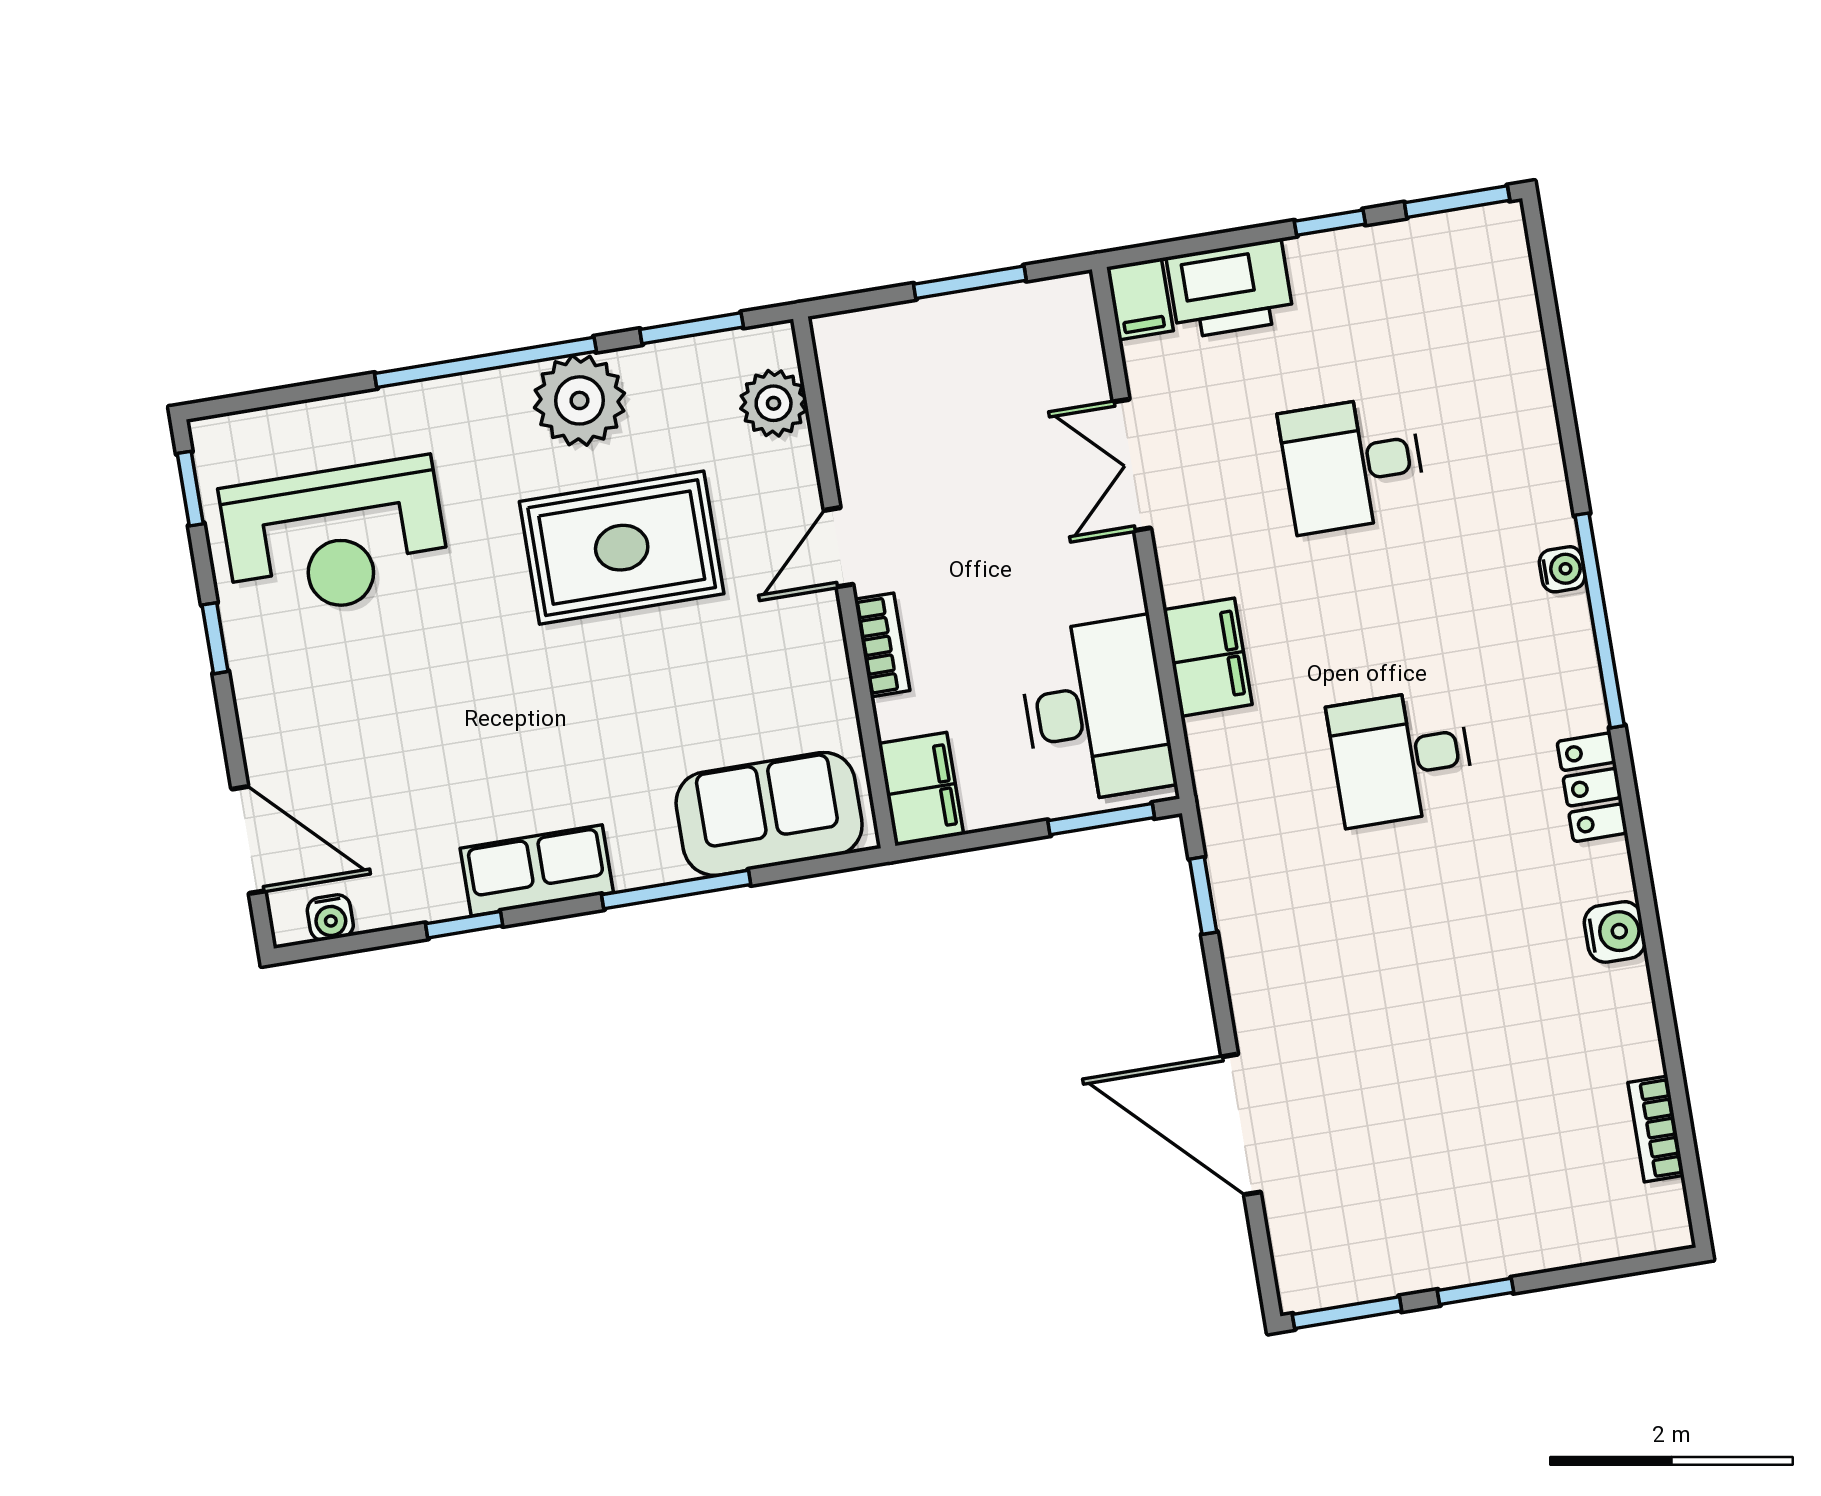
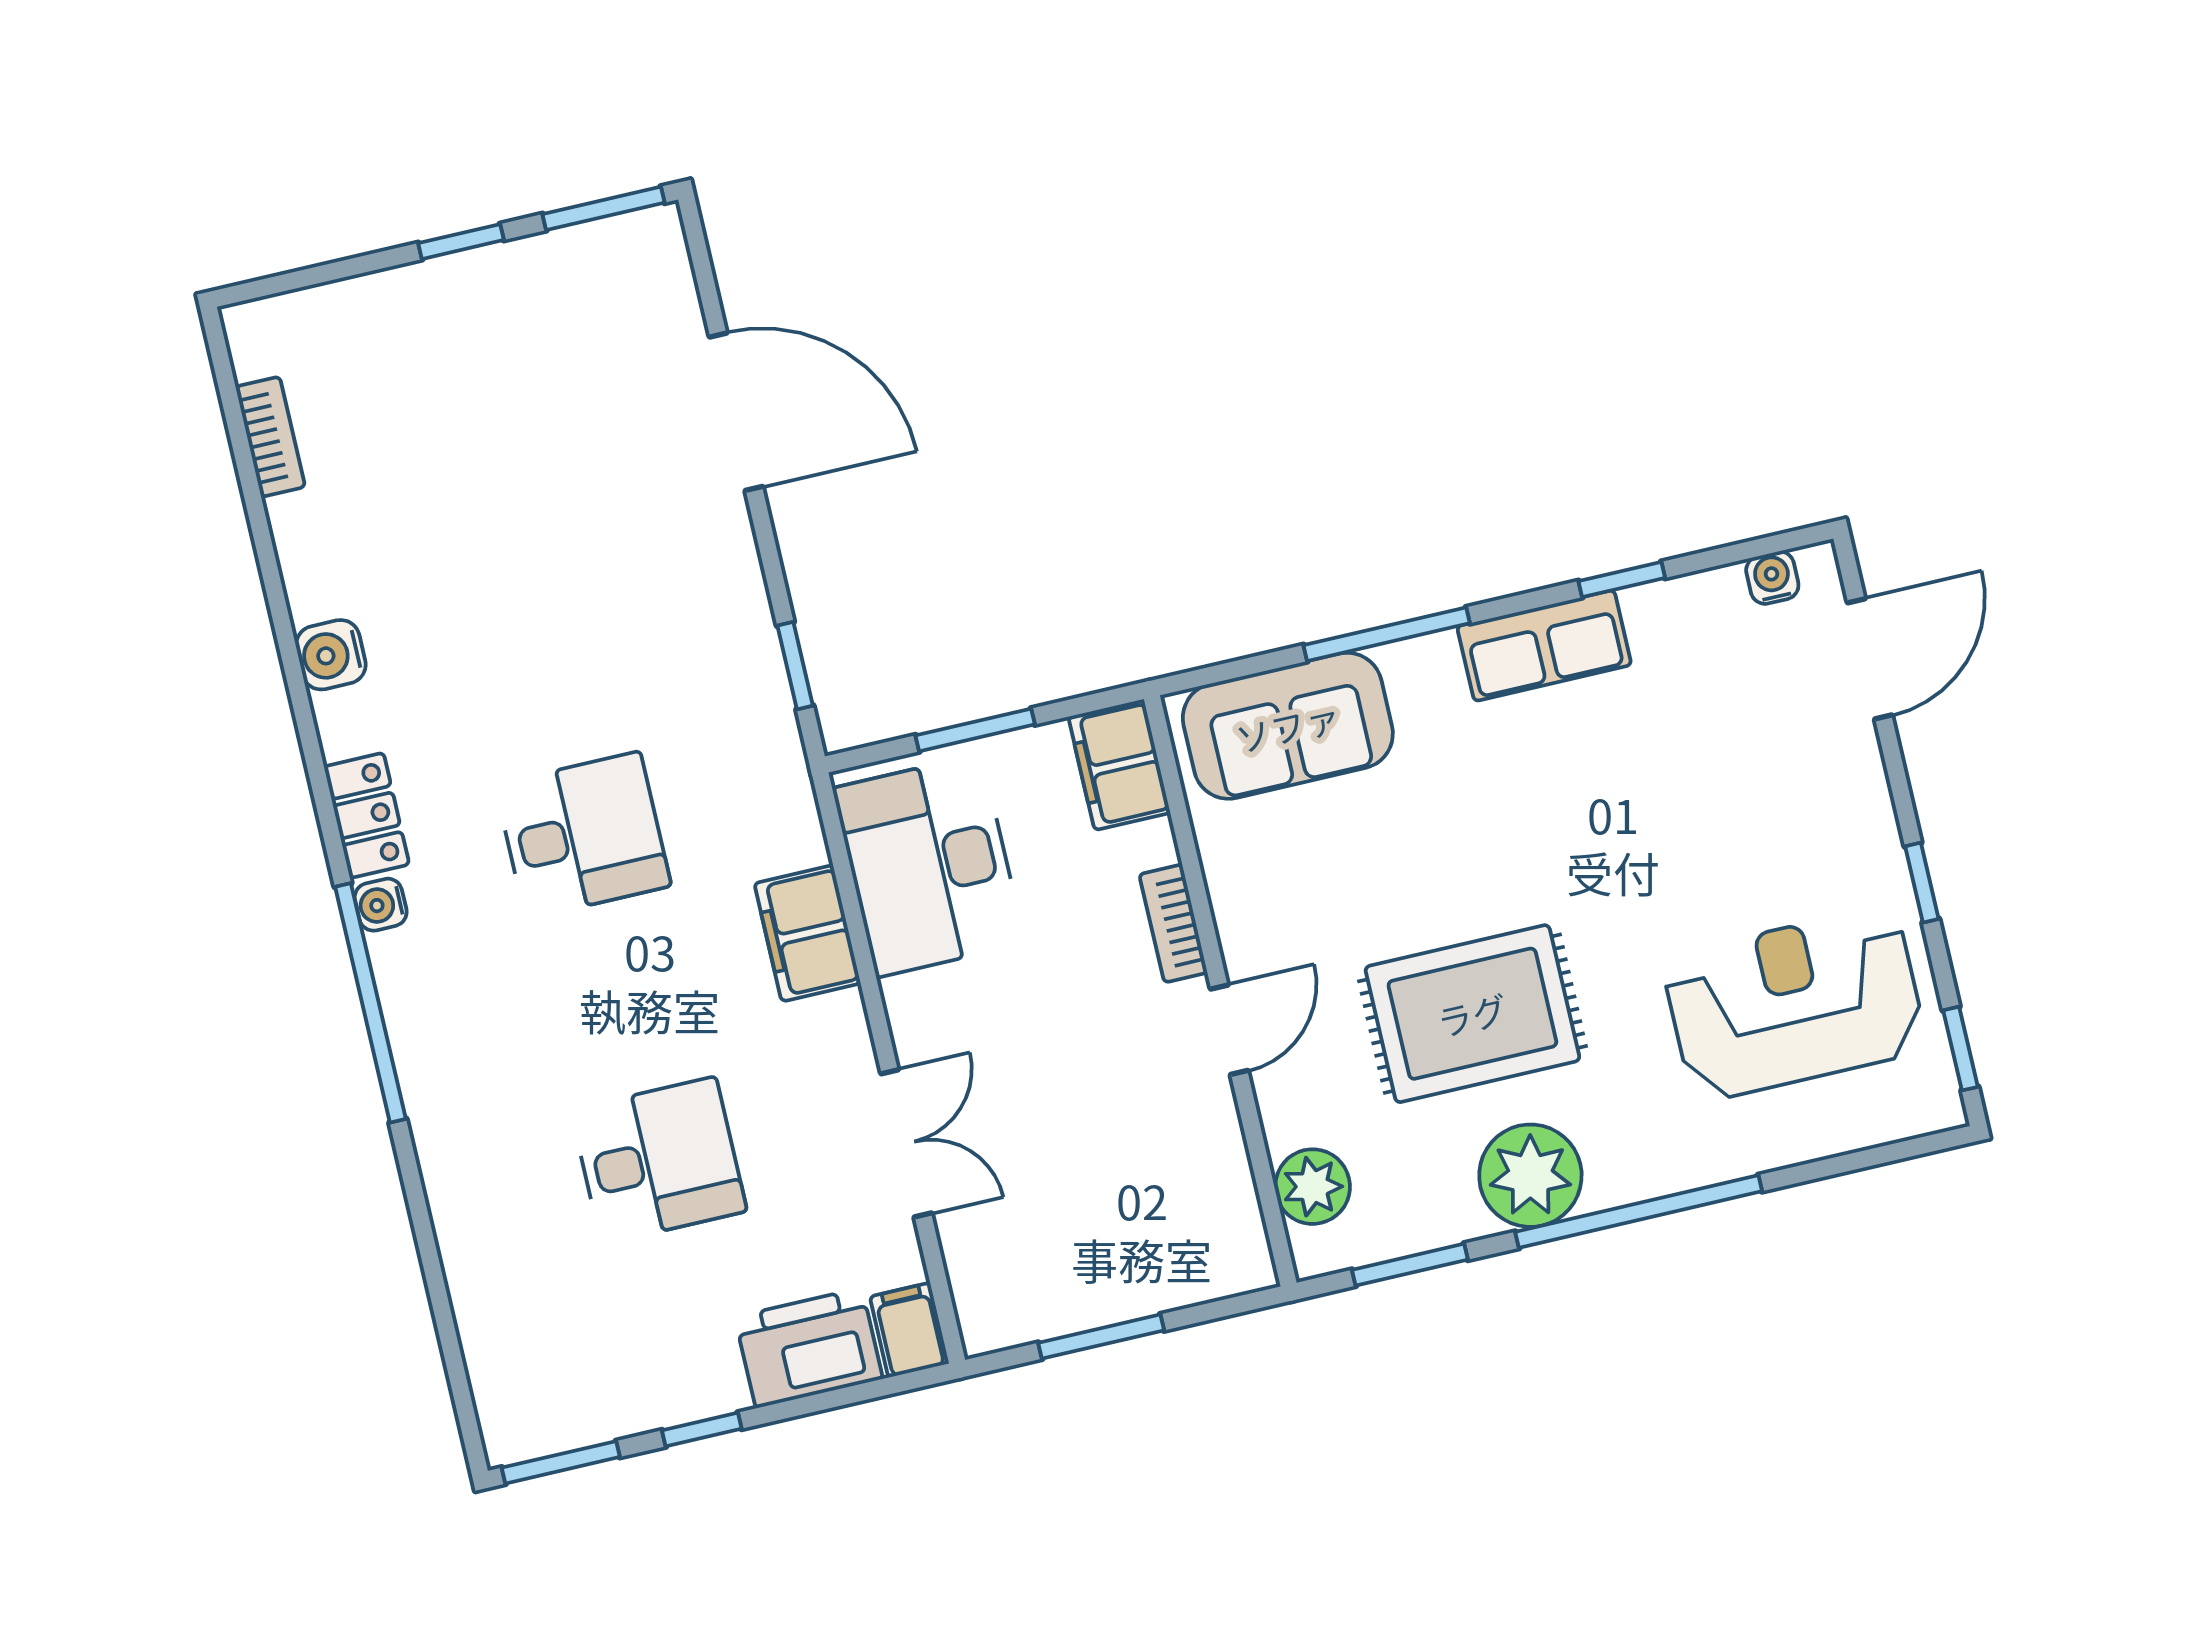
water cooler: (1562, 569) -> (381, 905), moved
window: (1101, 819) -> (975, 730), moved
door: (248, 840) -> (1870, 659), swing flipped

